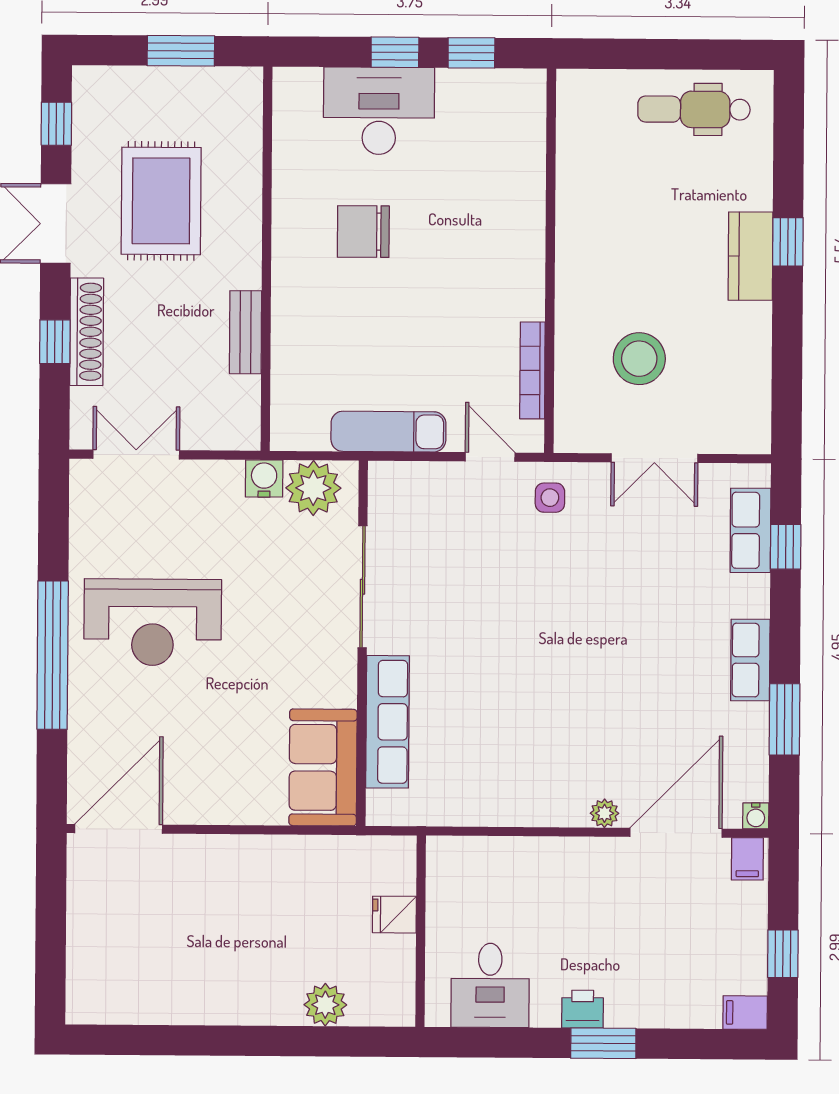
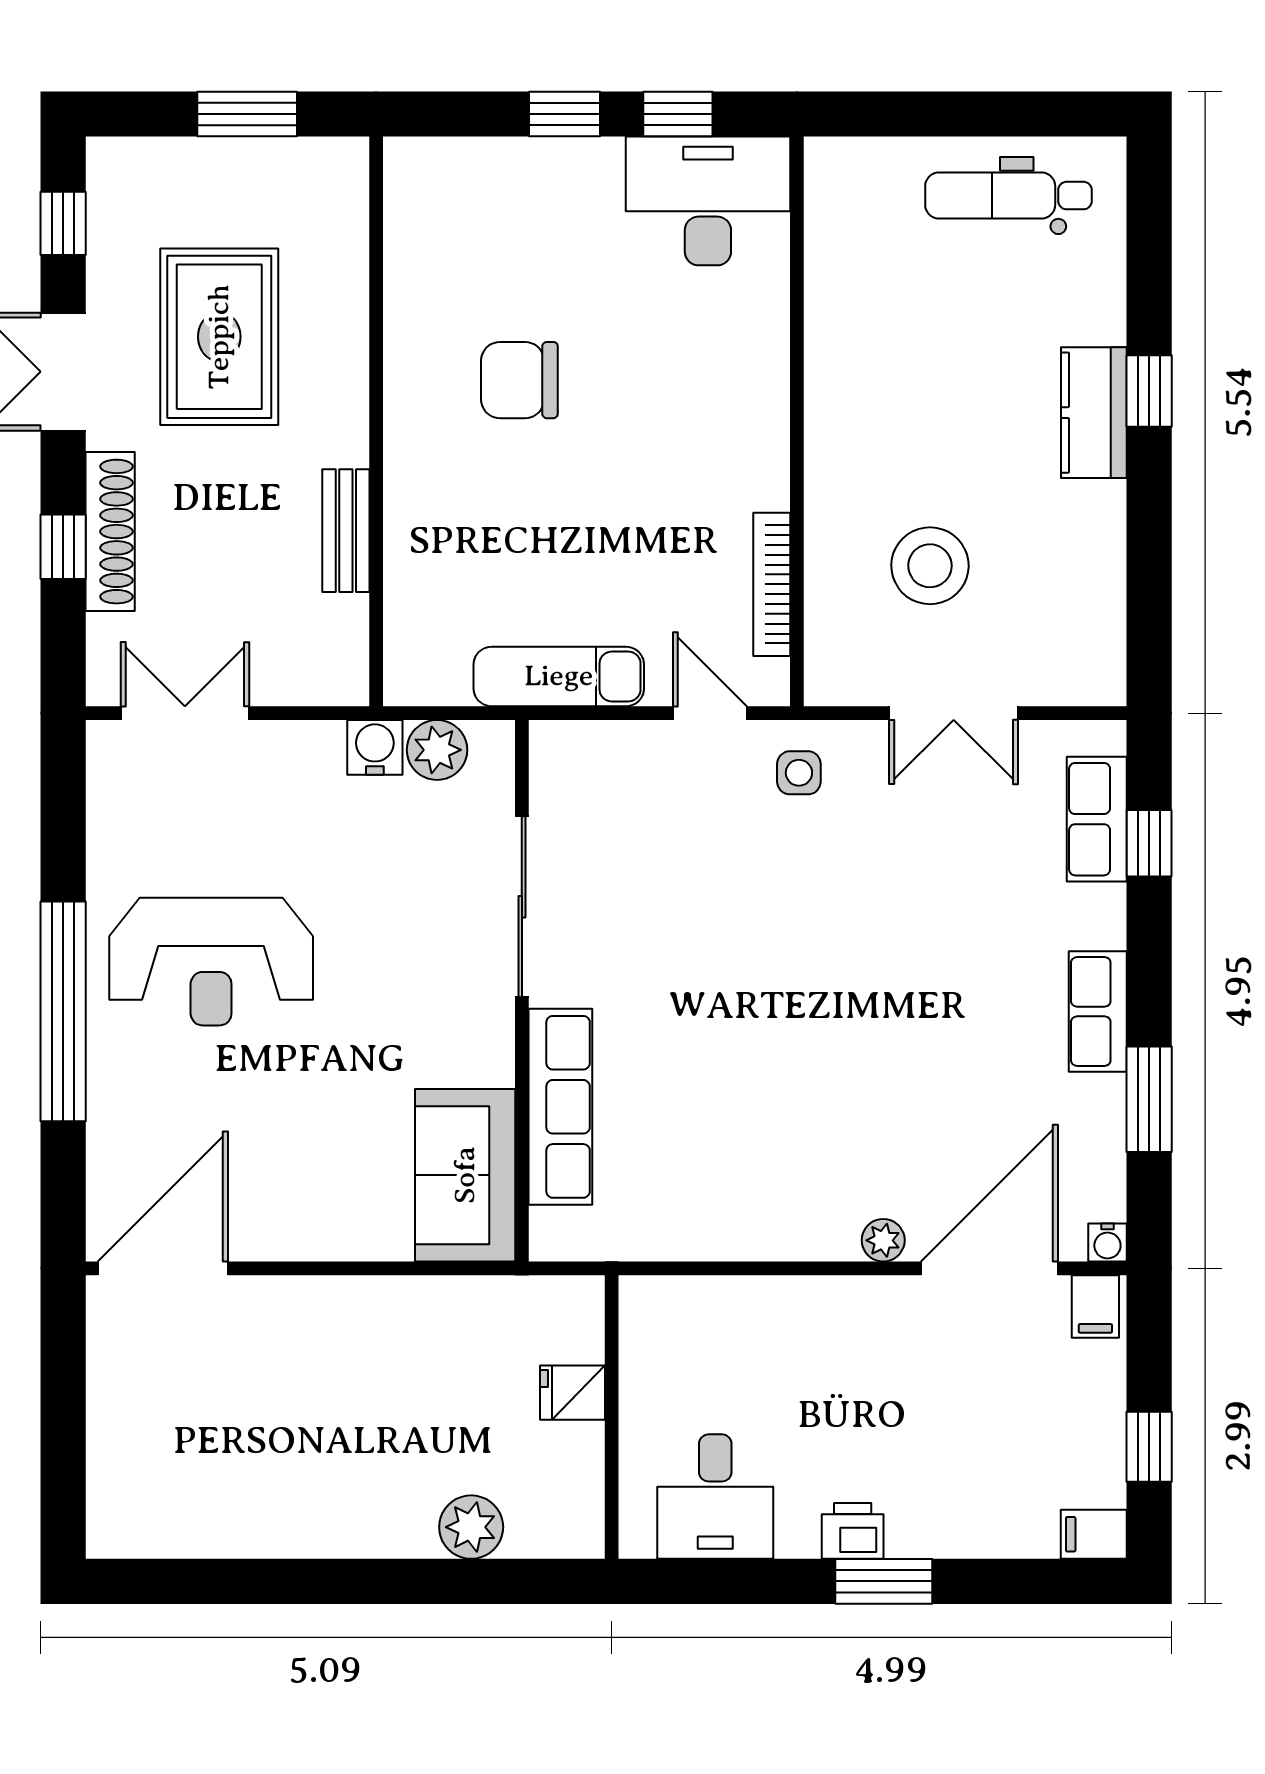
desk: (379, 111) -> (708, 201), moved
plant: (313, 488) -> (437, 750), width x0.73, depth x0.73

